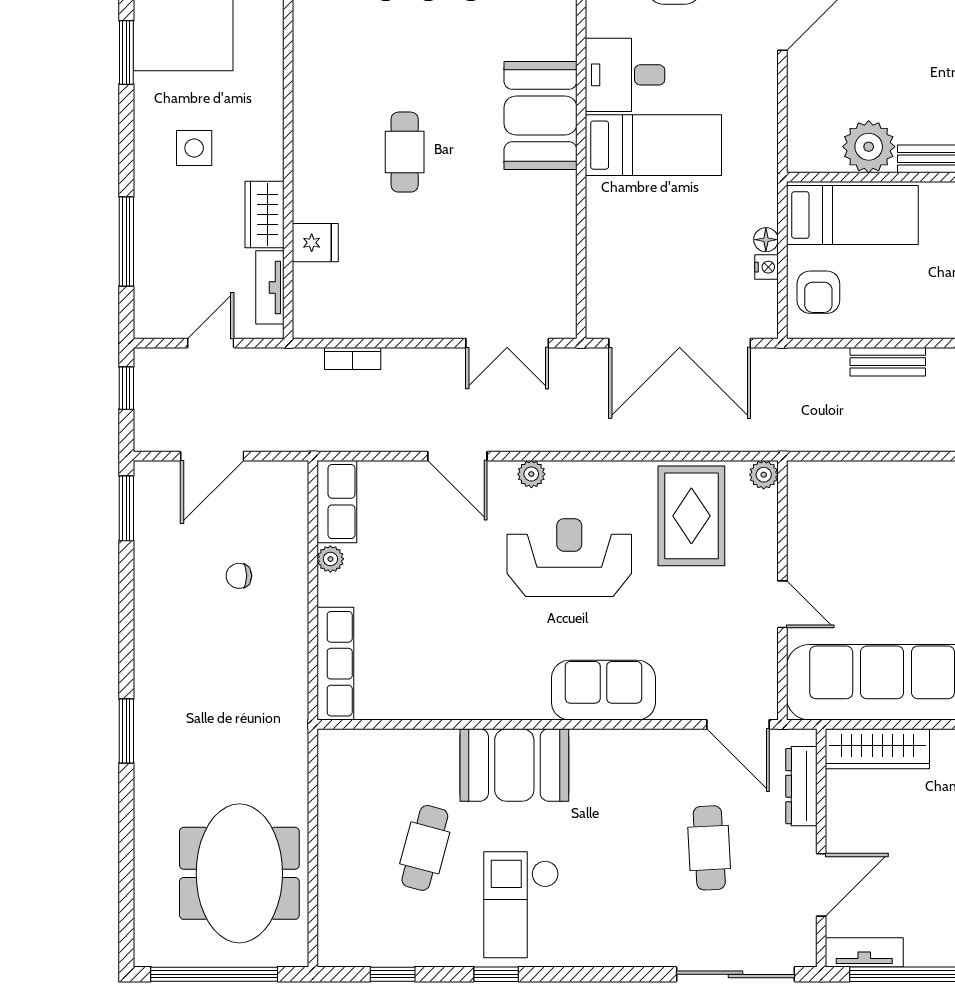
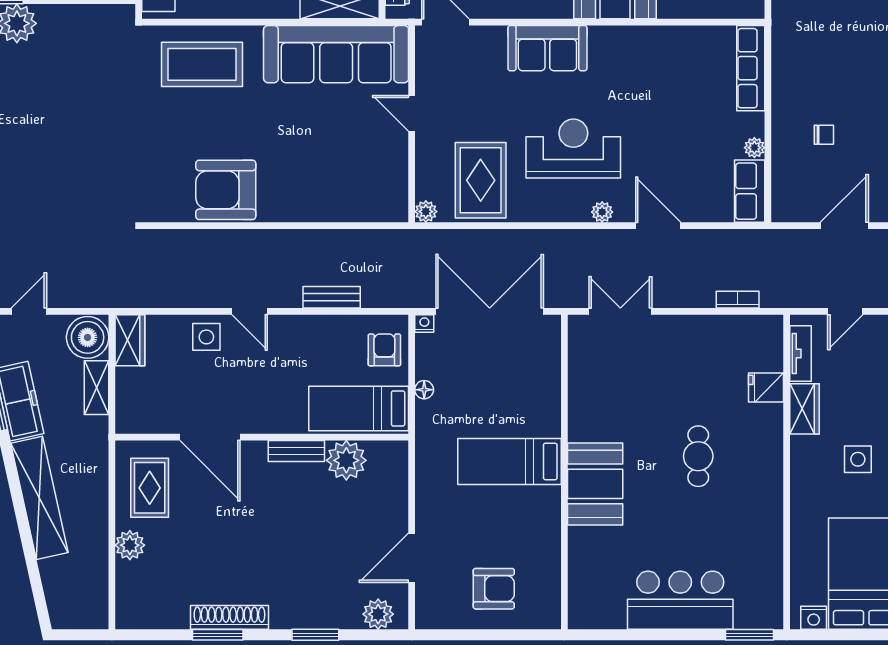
desk: (625, 75) -> (531, 515), removed
nightstand: (766, 267) -> (424, 323), moved, turned 90
reception desk: (569, 558) -> (573, 149), turned 180

